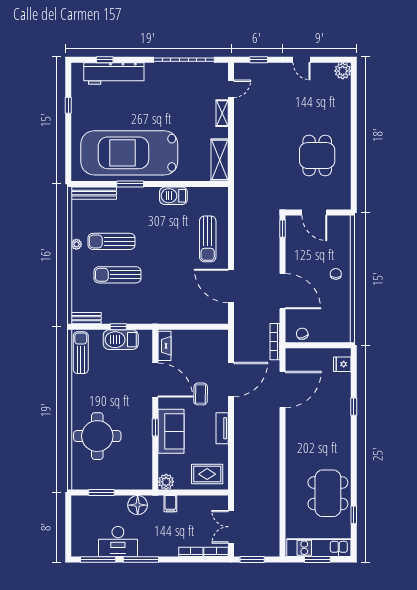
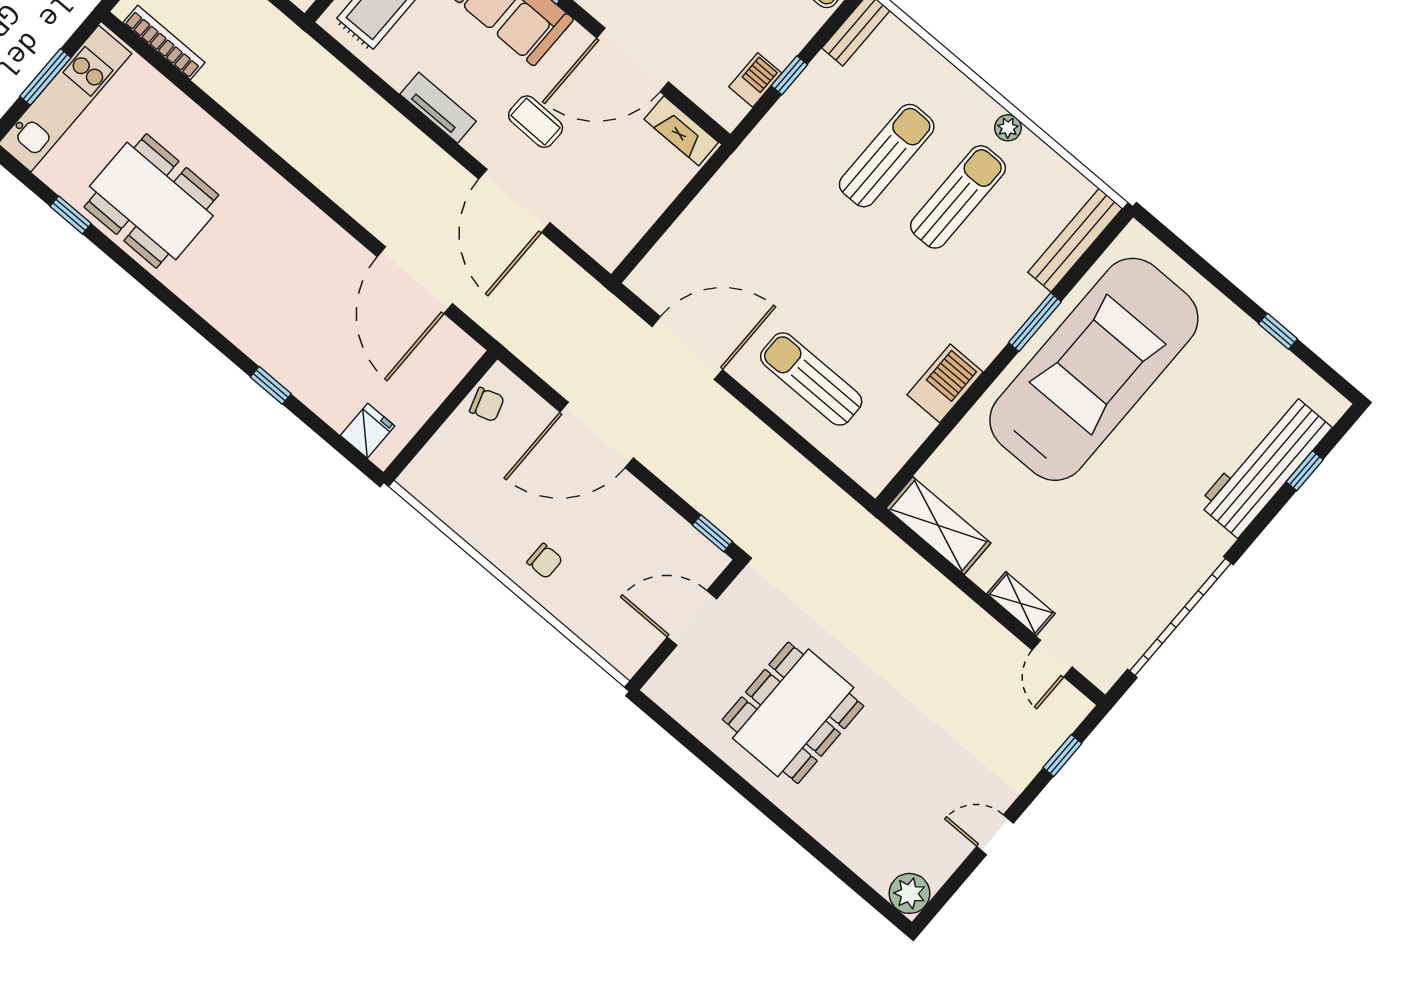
dining table: (317, 156) -> (793, 713), width x1.38
barbecue: (121, 340) -> (755, 80), width x0.53, depth x0.65
bookcase: (275, 342) -> (164, 43), moved

